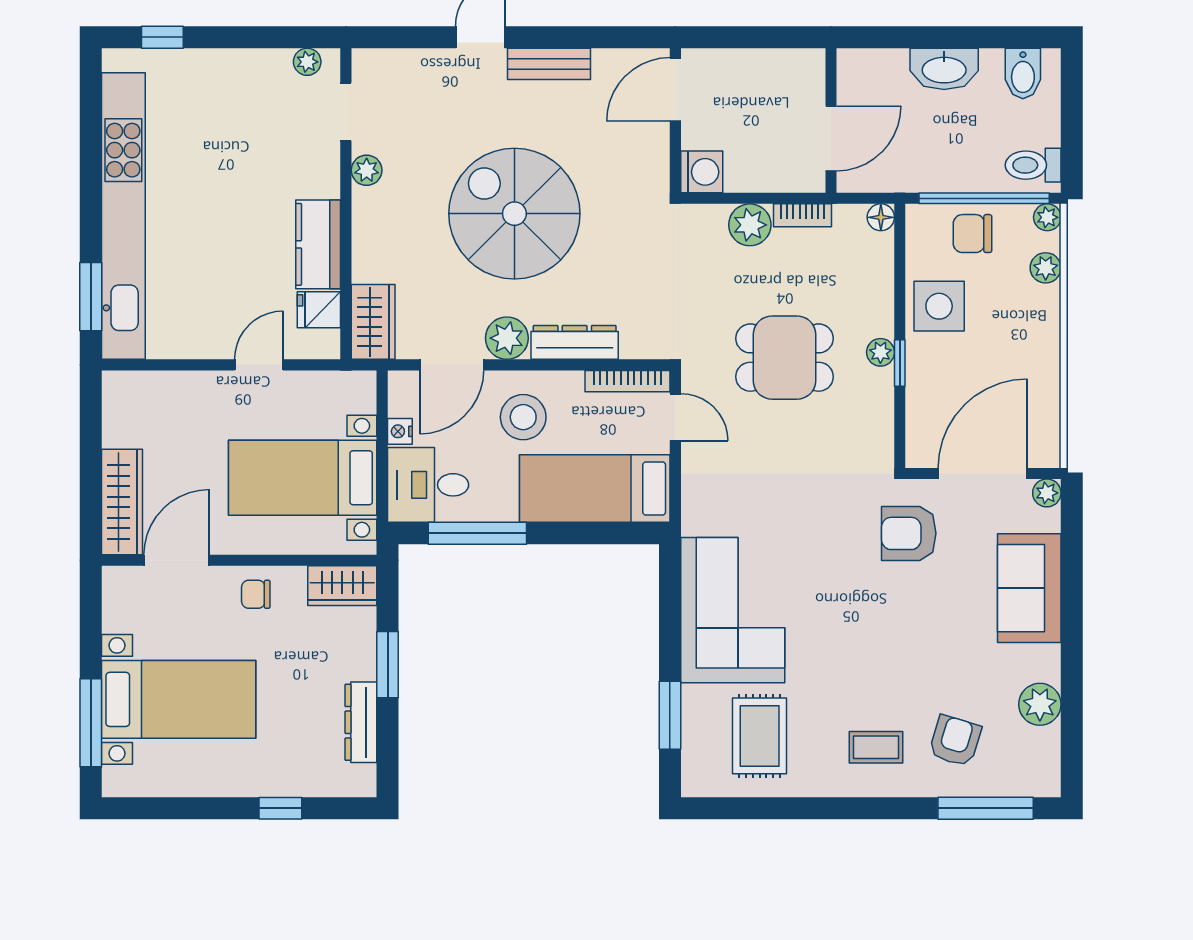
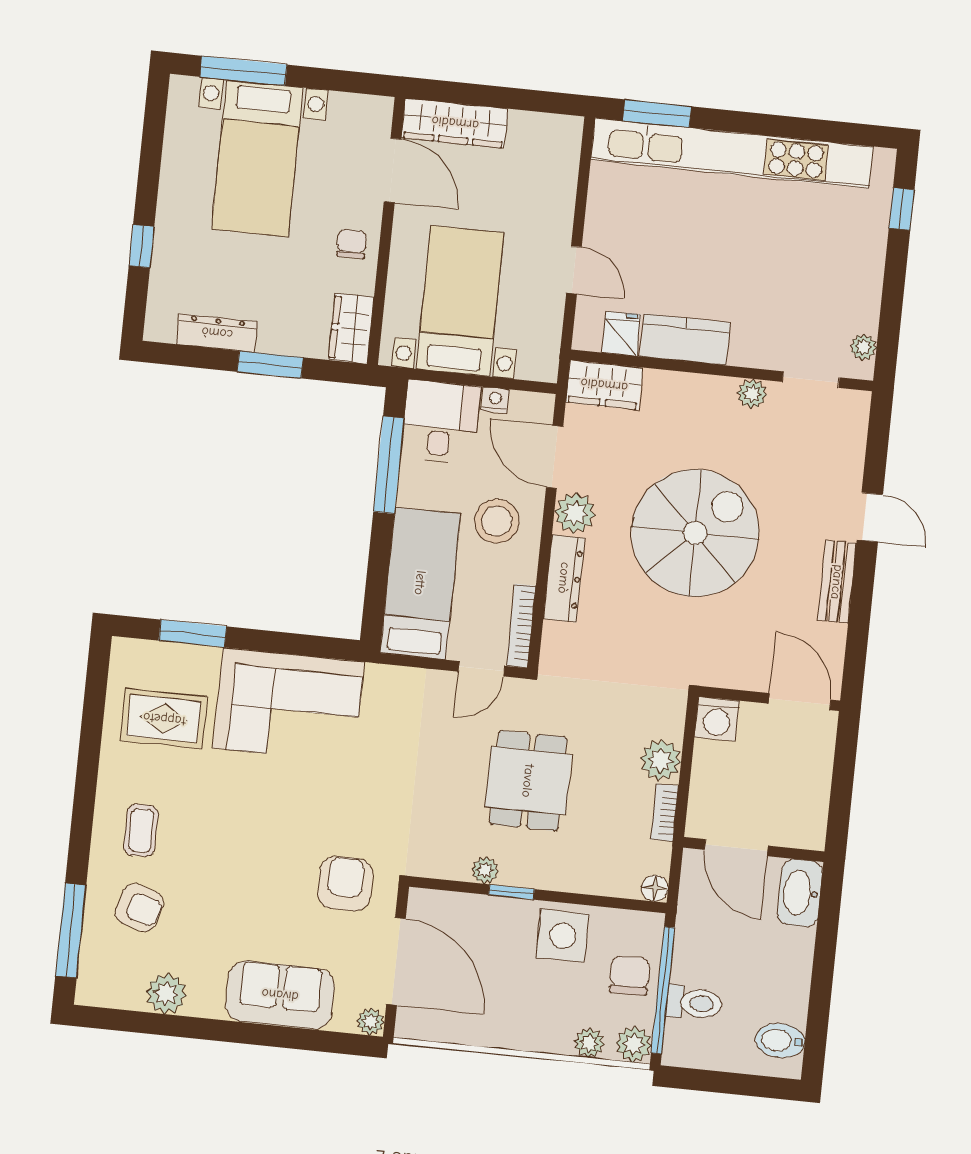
washbasin: (944, 69) -> (800, 893), moved
toilet: (1033, 165) -> (694, 1003), moved, turned 90
plant: (1047, 217) -> (634, 1044), width x1.38, depth x1.38
plant: (880, 352) -> (485, 870), moved

